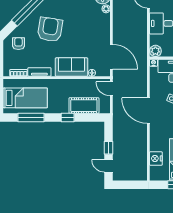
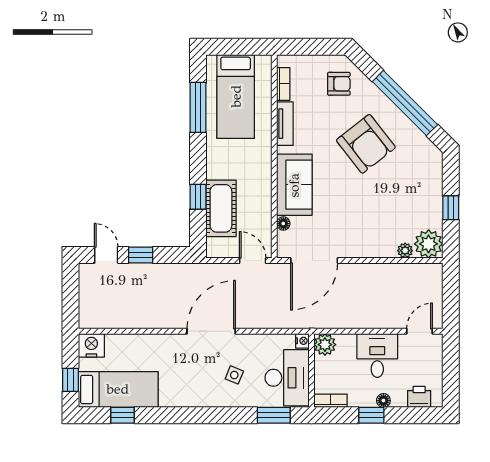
armchair: (50, 29) -> (366, 144), turned 43
door: (111, 89) -> (253, 261), hinge flipped
window: (68, 118) -> (198, 197), moved
nightstand: (156, 158) -> (91, 345), moved
door: (108, 166) -> (106, 255), hinge flipped

